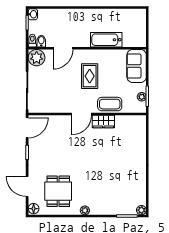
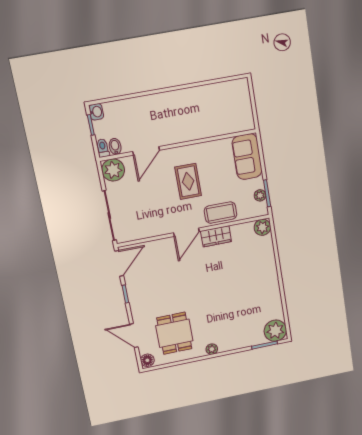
bathtub: (106, 40) -> (202, 129), removed
plant: (140, 122) -> (262, 227), added
plant: (141, 210) -> (275, 331), width x1.88, depth x1.88

